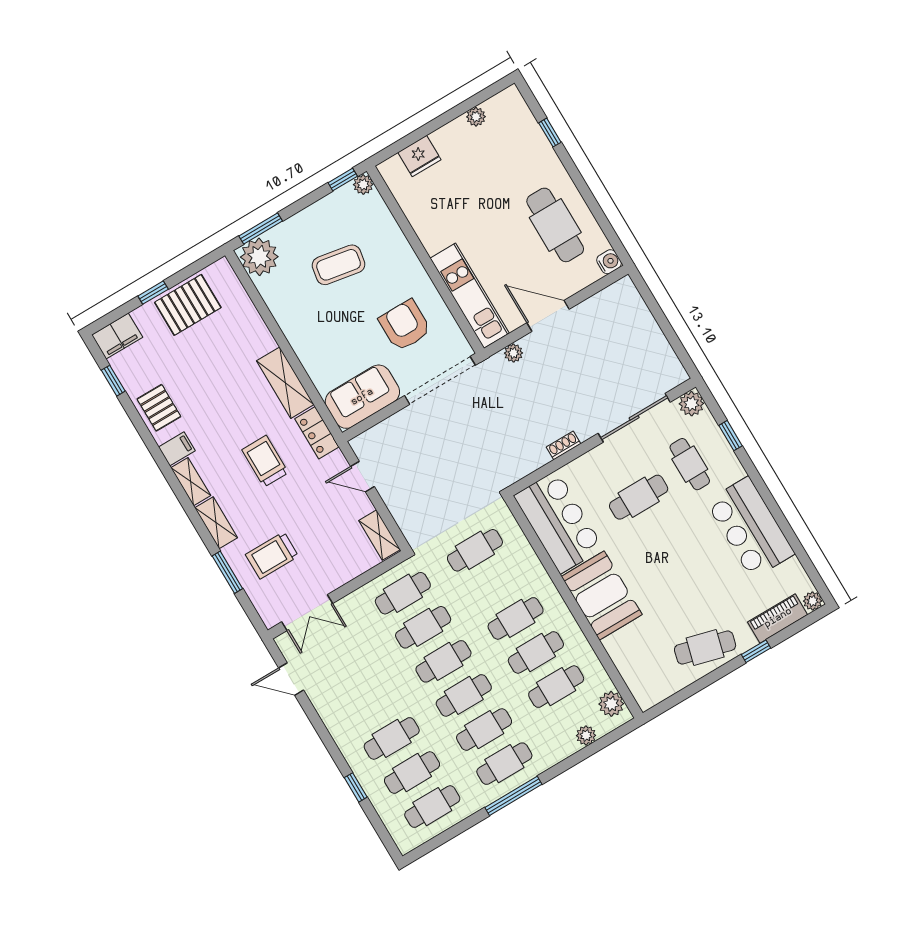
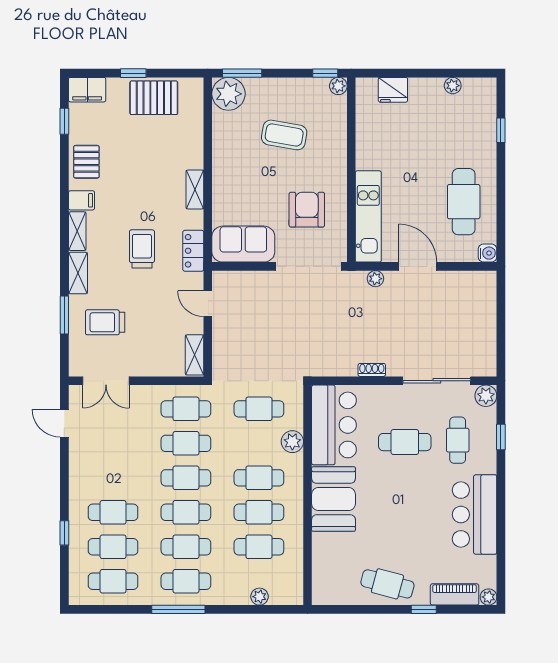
shelving: (285, 383) -> (195, 189), width x0.67, depth x0.75
plant: (611, 704) -> (292, 442), moved

